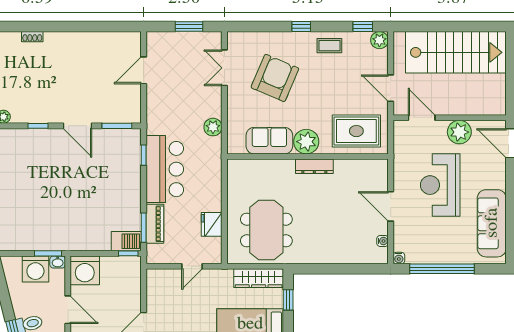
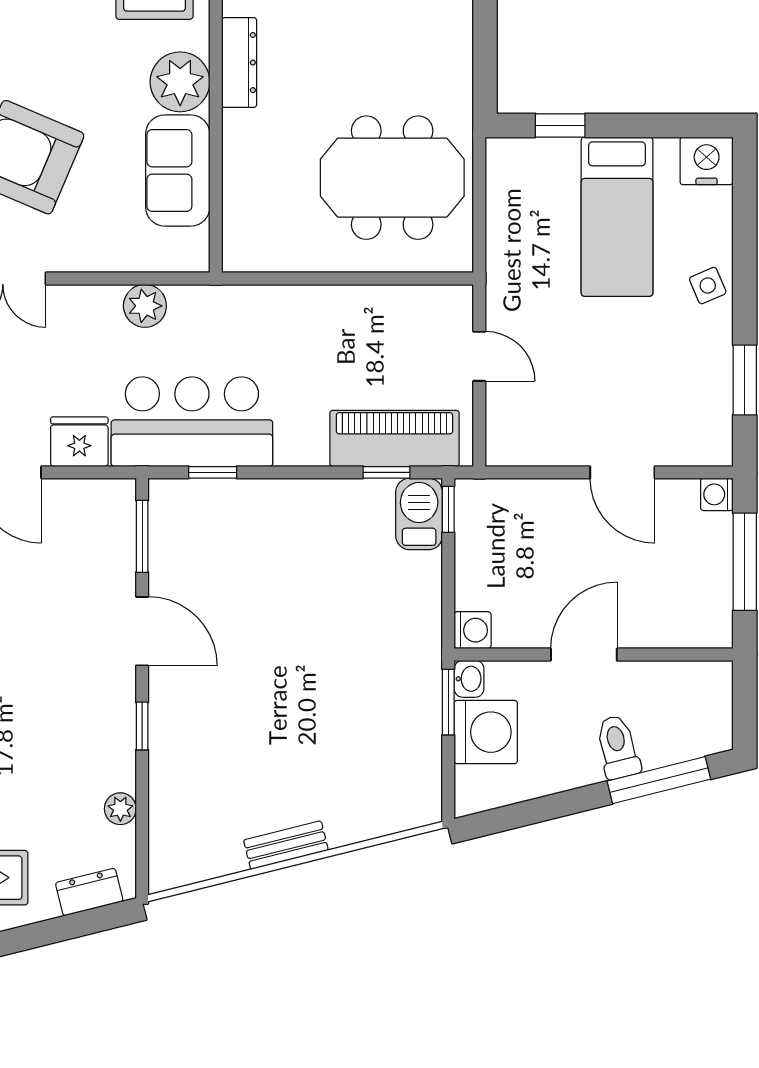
door: (77, 126) -> (142, 631), hinge flipped
bar counter: (165, 169) -> (192, 422), moved
piano: (155, 224) -> (395, 438), width x1.37, depth x1.33
fridge: (212, 224) -> (79, 442), moved, turned 180
window: (144, 228) -> (386, 472), width x0.67
washing machine: (85, 270) -> (473, 630), width x0.53, depth x0.53
wardrobe: (259, 278) -> (508, 196), removed

